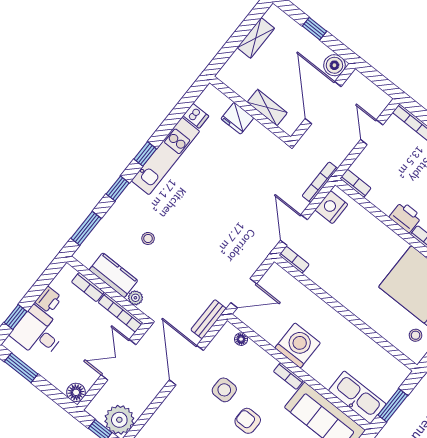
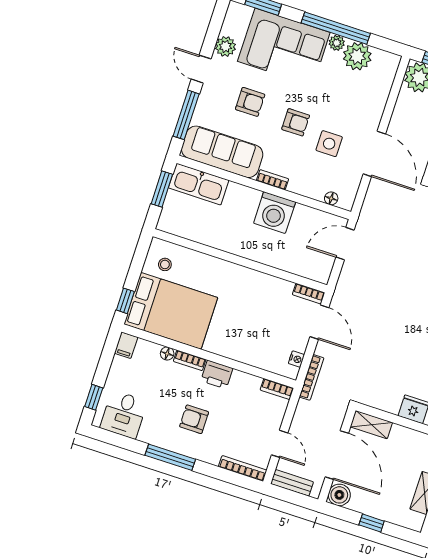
shelving: (267, 108) -> (371, 425), moved
nightstand: (331, 207) -> (296, 359), width x0.53, depth x0.56
bench: (209, 319) -> (292, 483), moved, turned 90

